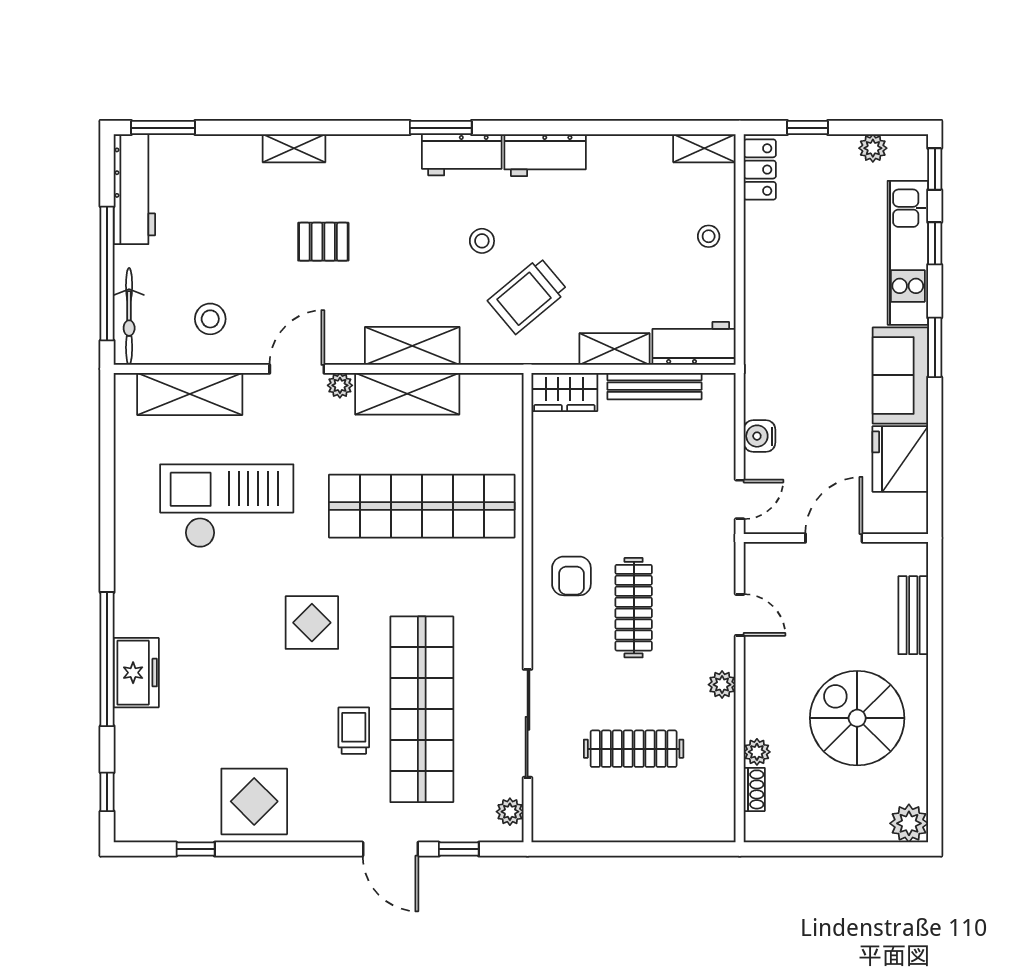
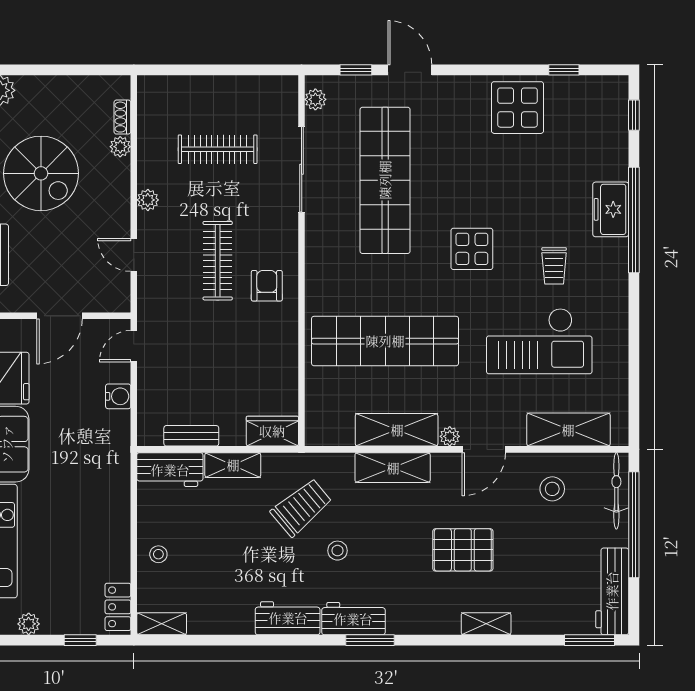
pallet: (323, 242) -> (463, 550), width x1.50, depth x1.42
bench: (654, 386) -> (191, 436), width x0.73
trolley: (354, 731) -> (554, 266), moved

